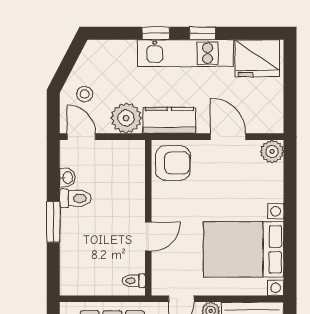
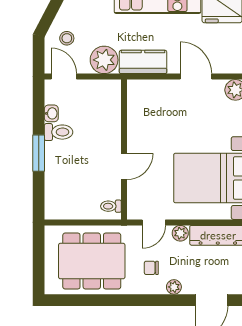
armchair: (173, 163) -> (146, 100), removed

